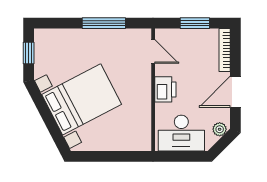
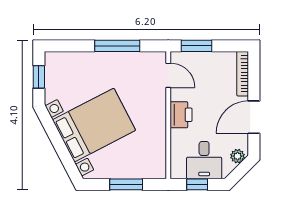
window: (195, 23) -> (196, 46), moved
desk: (181, 133) -> (204, 160), width x0.73
window: (113, 156) -> (126, 184), added
window: (181, 156) -> (197, 184), added

